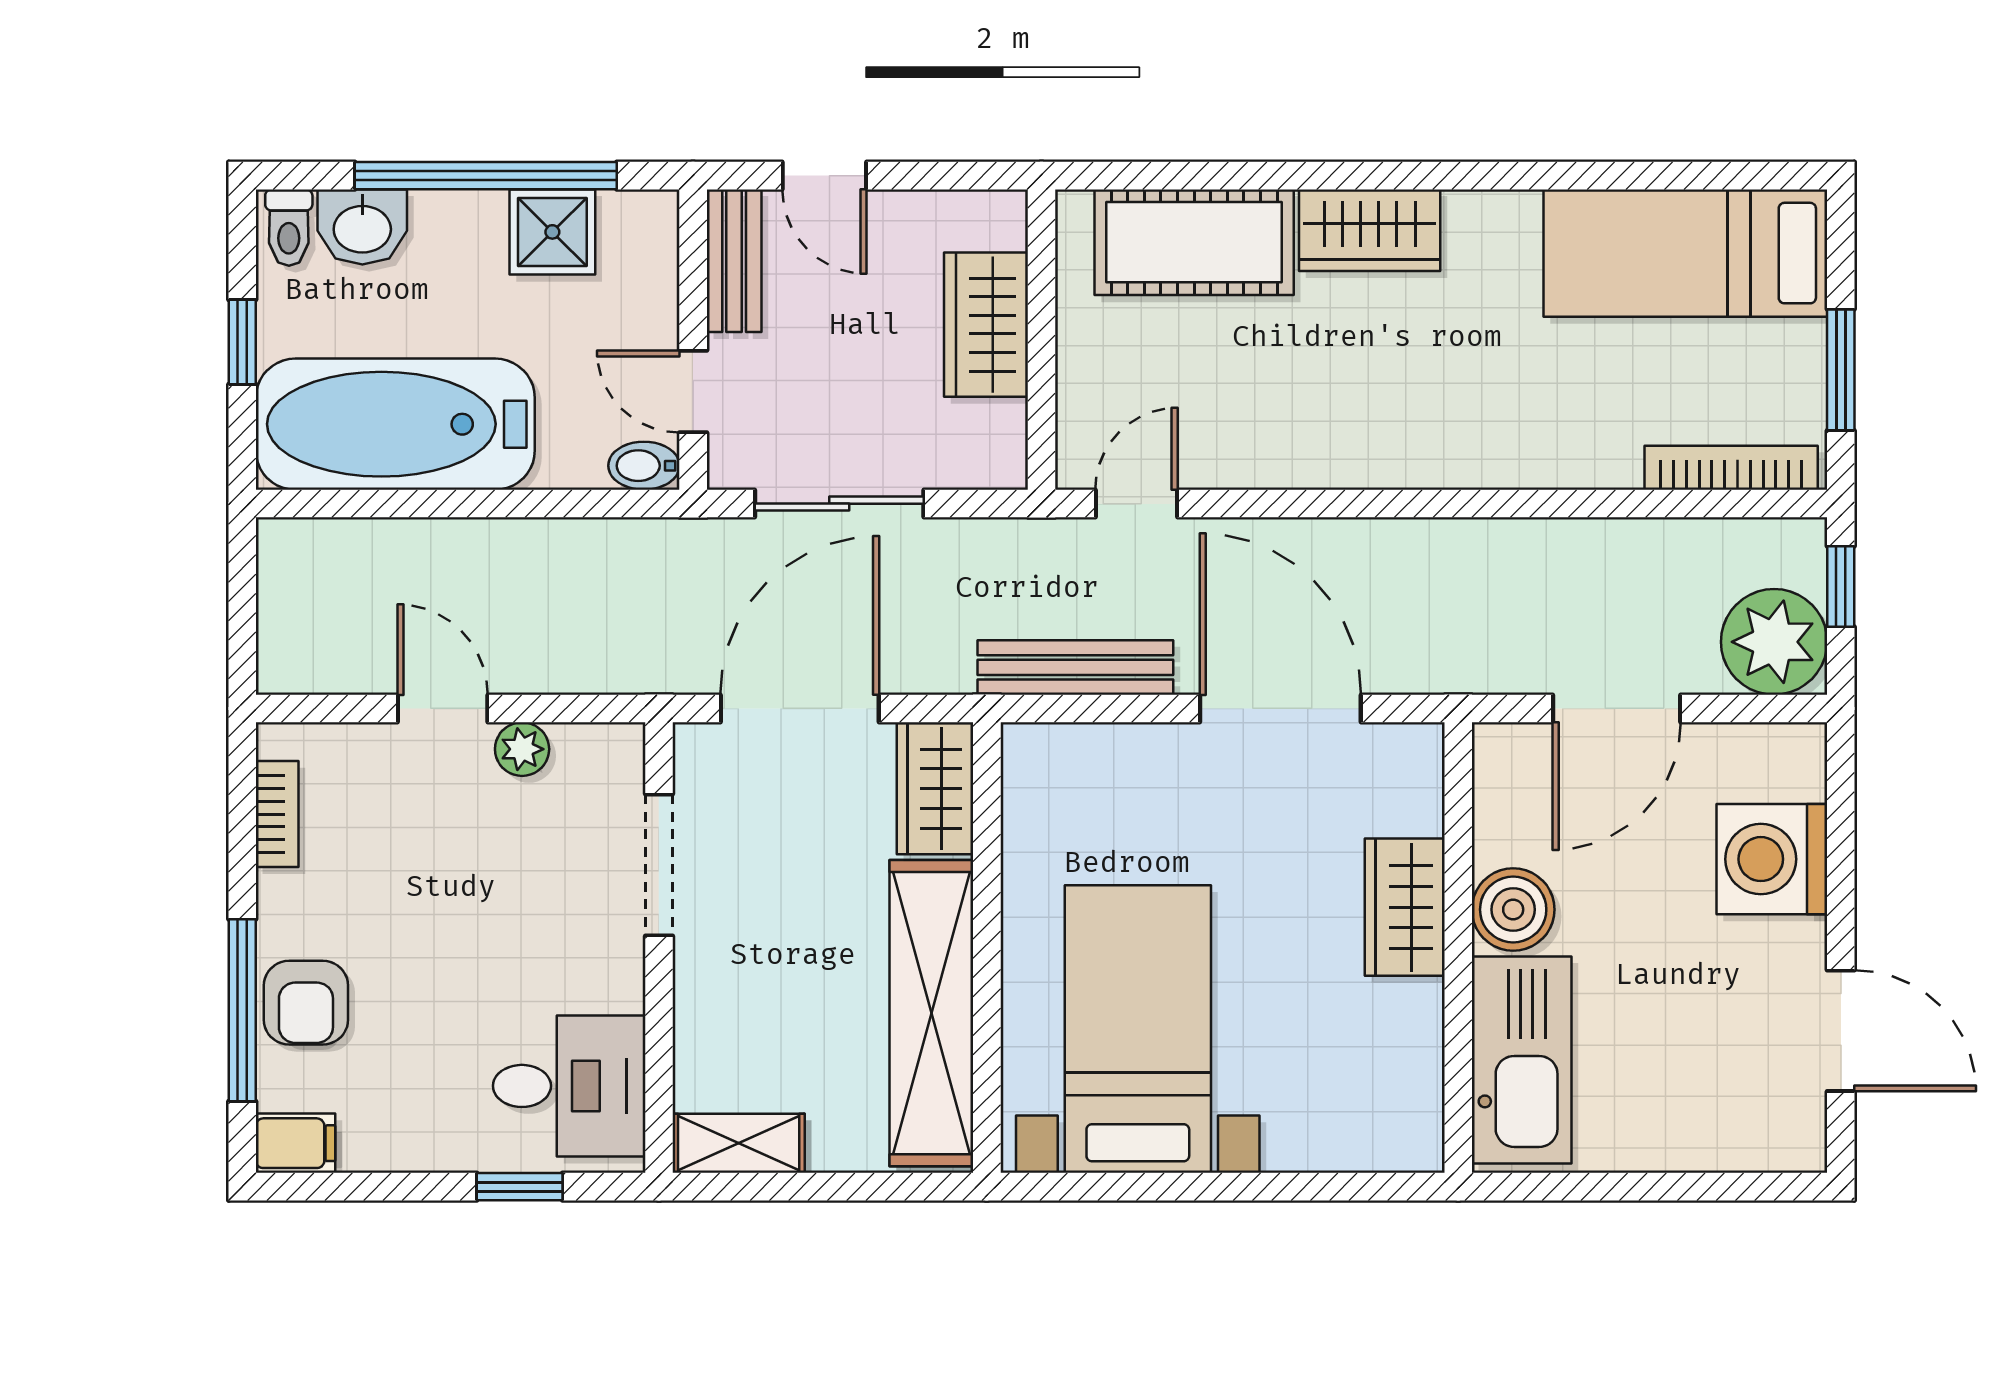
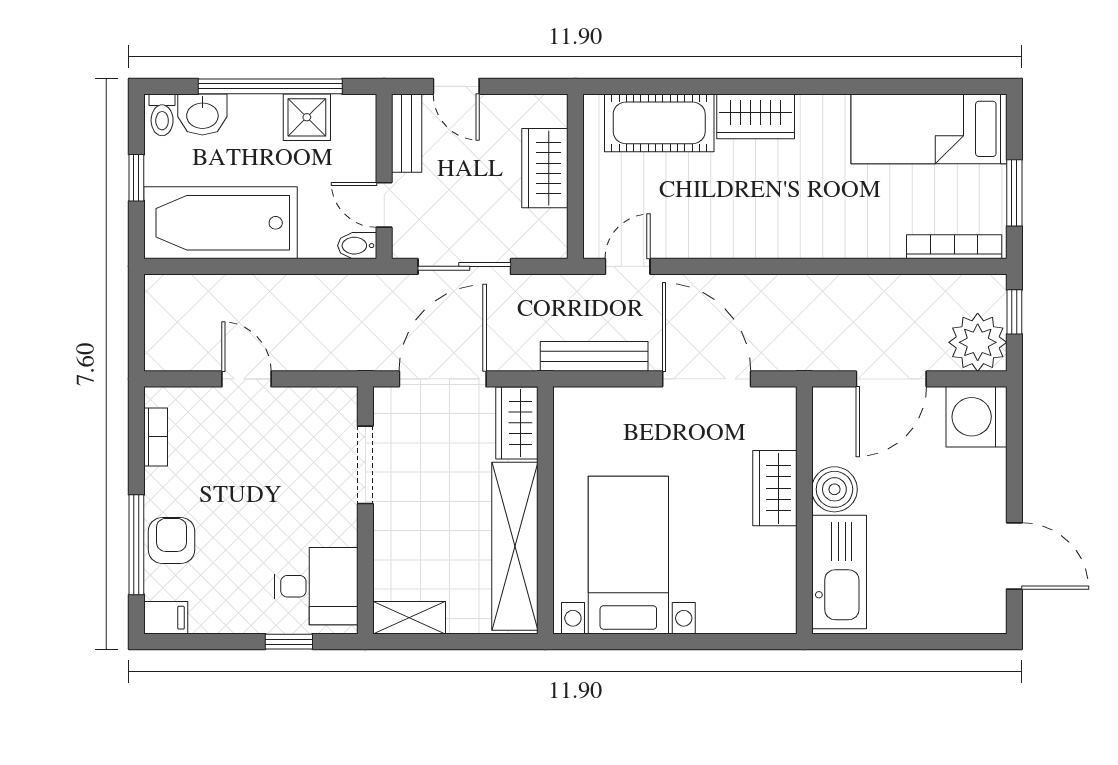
plant: (522, 749) -> (290, 401), removed
washing machine: (1772, 859) -> (977, 417), moved
armchair: (306, 1003) -> (171, 541), turned 180

